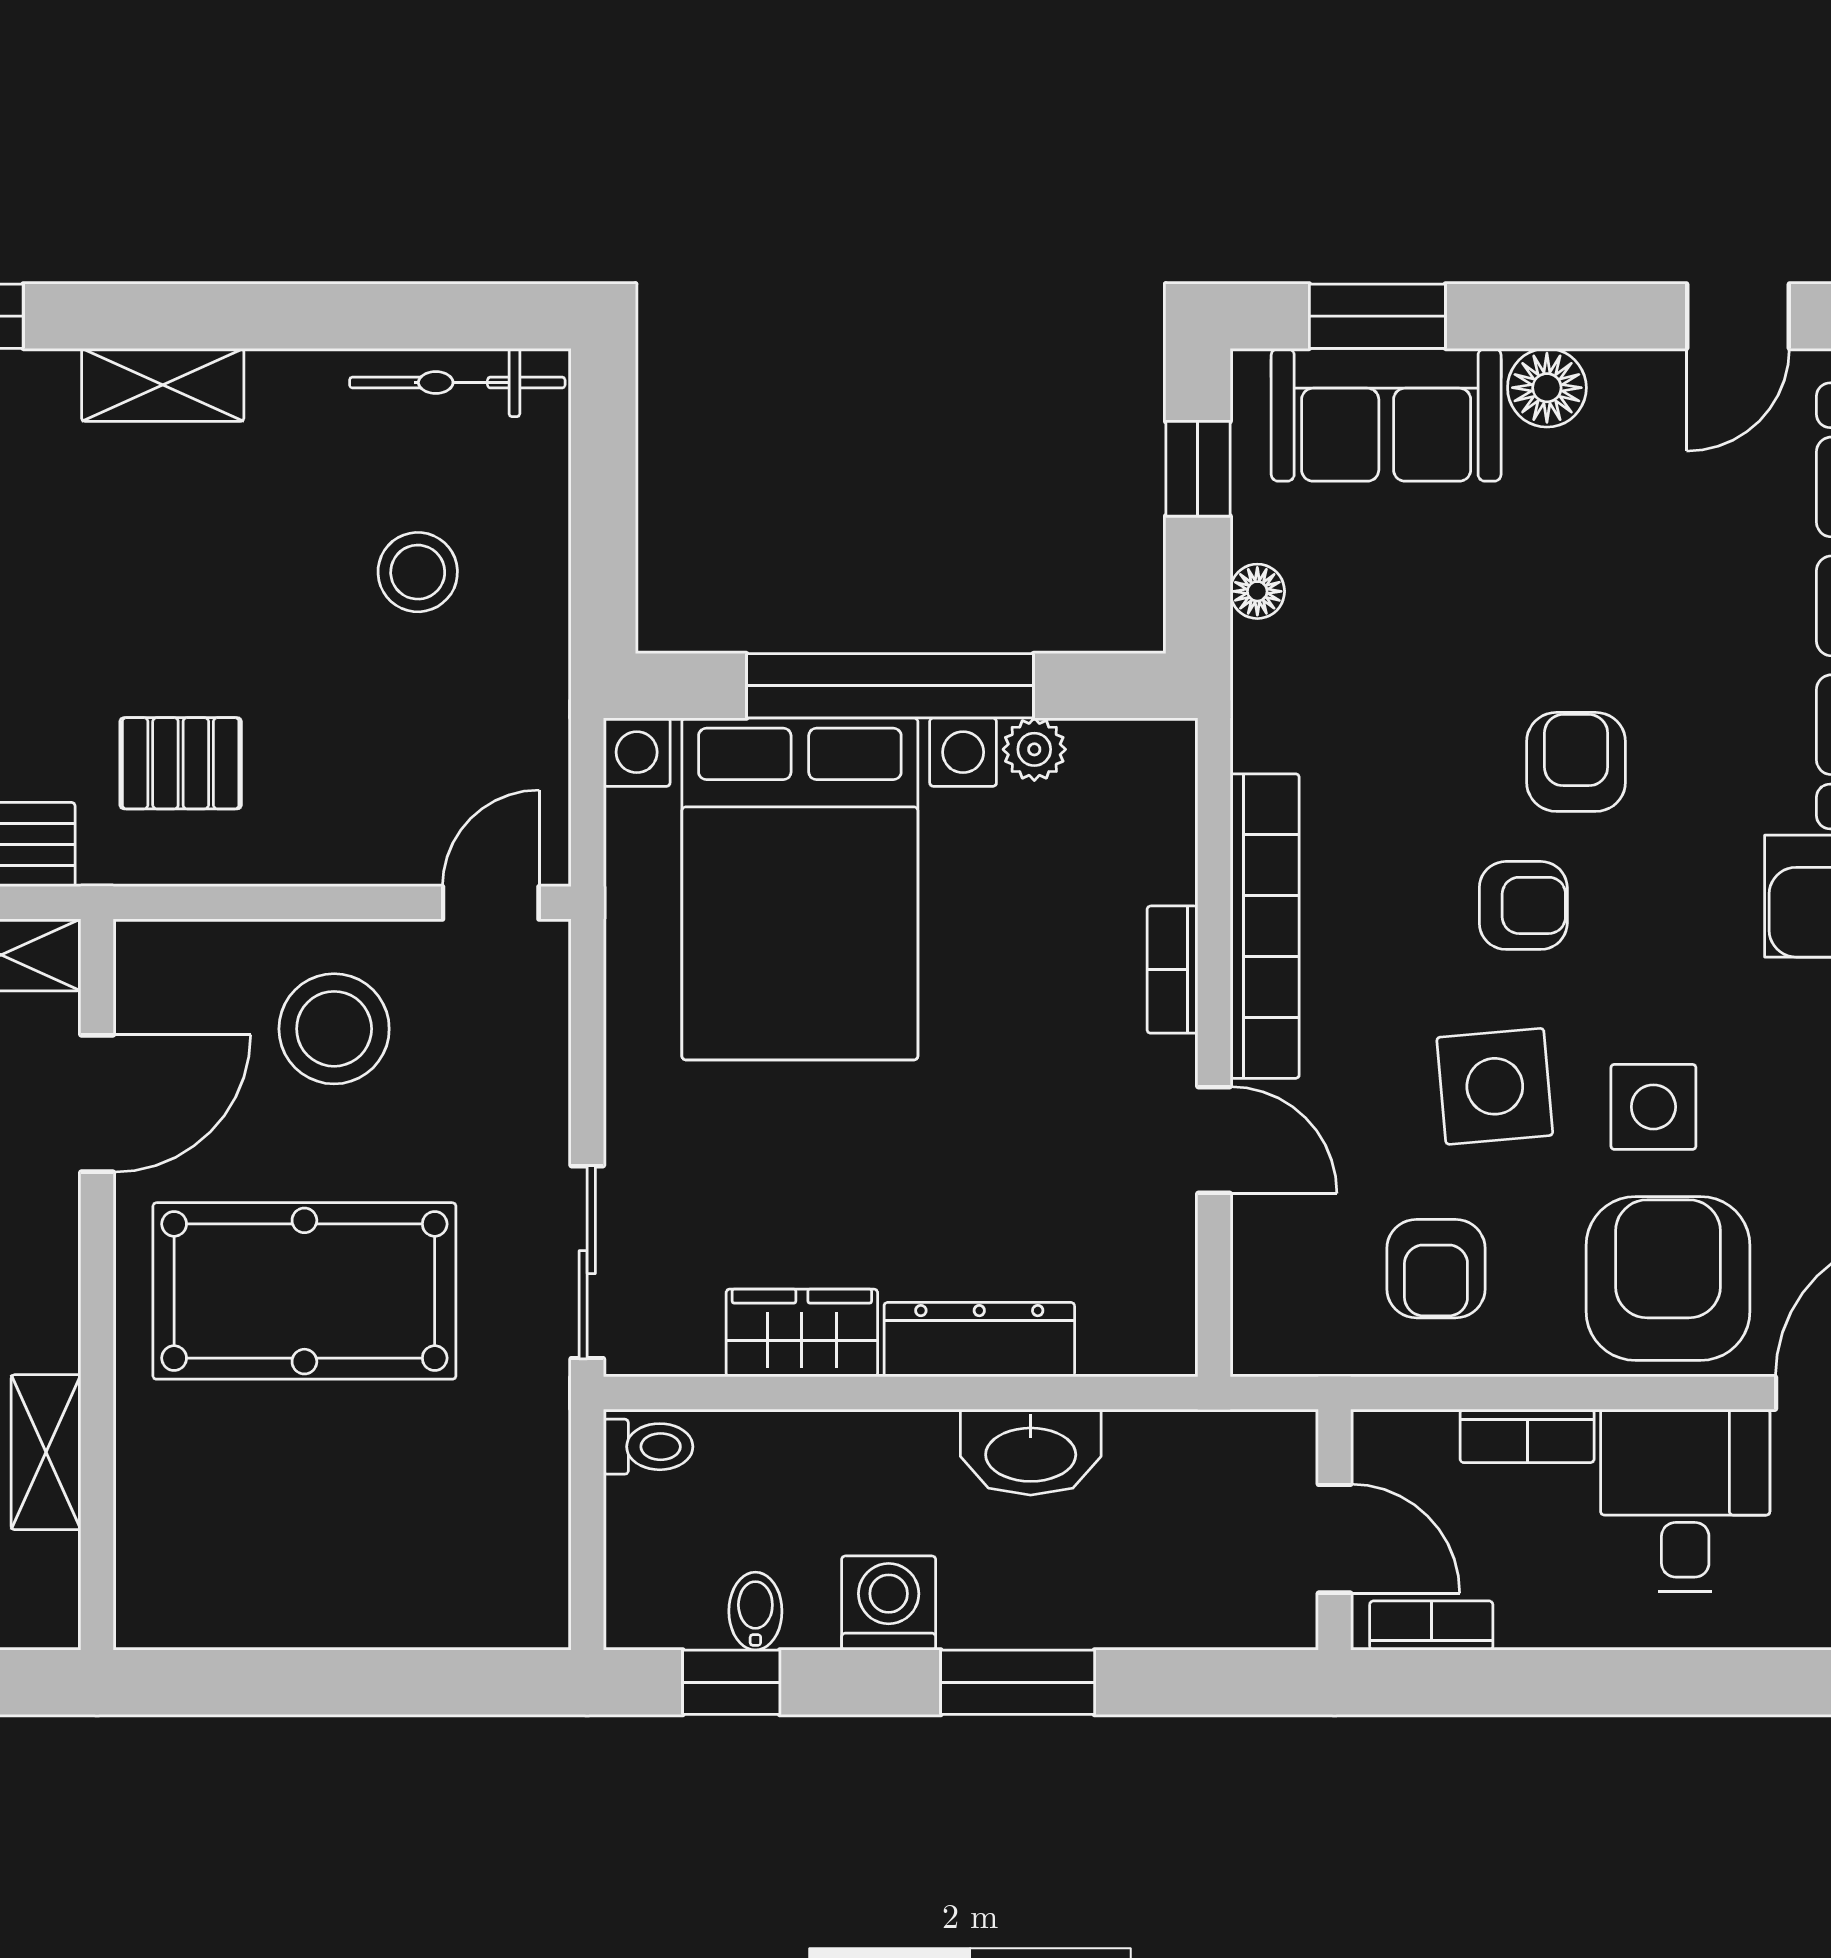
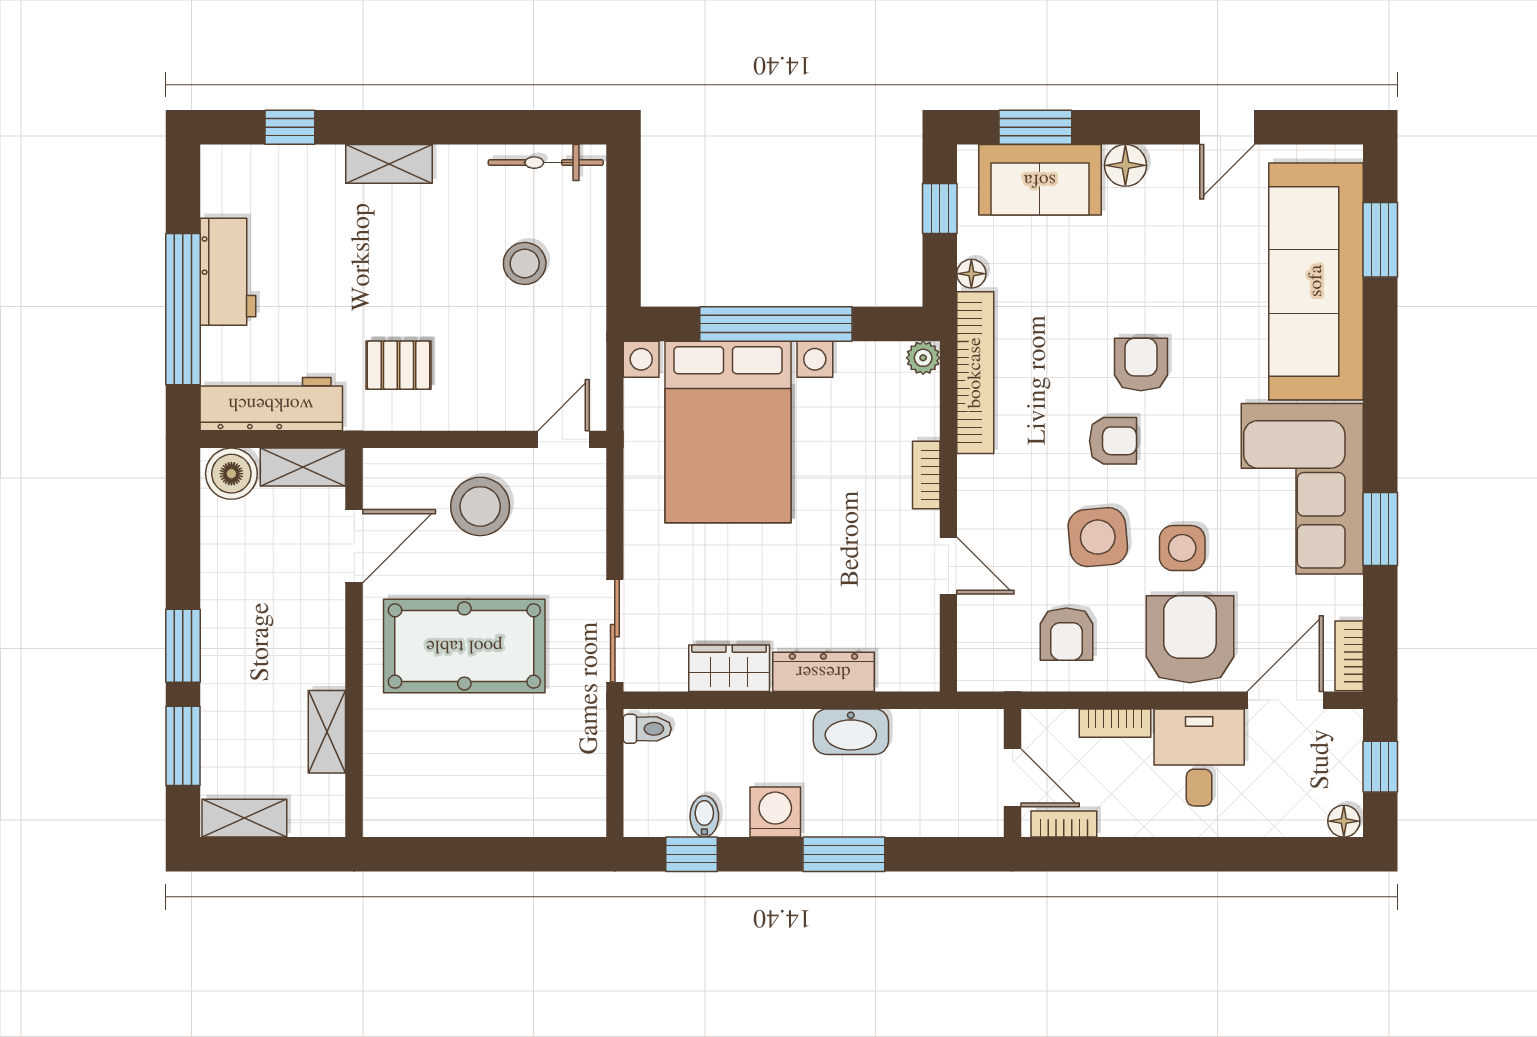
plant: (1034, 749) -> (923, 358), moved
bookcase: (1265, 926) -> (975, 373), moved

